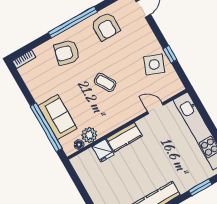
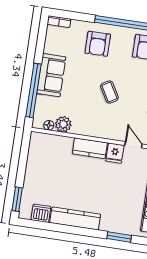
armchair: (67, 53) -> (98, 44), turned -104
sofa: (57, 117) -> (51, 75), moved
fridge: (103, 151) -> (115, 153), moved

